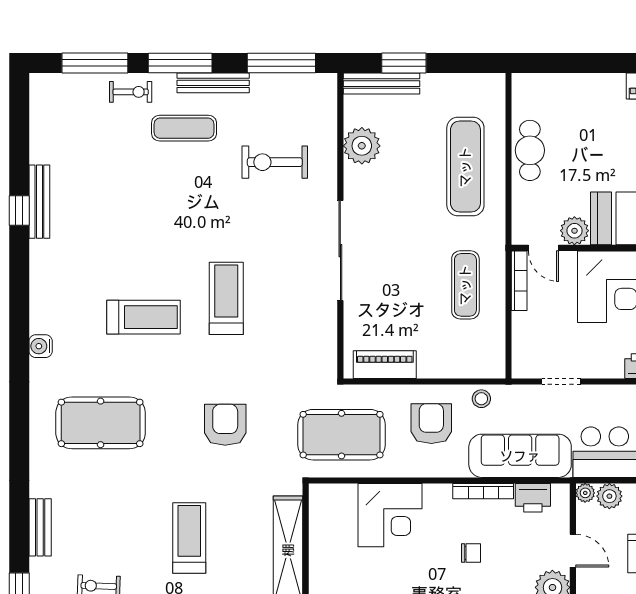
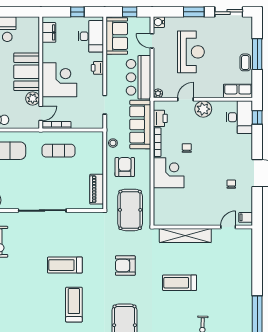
armchair: (431, 424) -> (125, 167), turned 90
plant: (609, 496) -> (160, 82), removed
corner desk: (390, 515) -> (169, 173), moved

